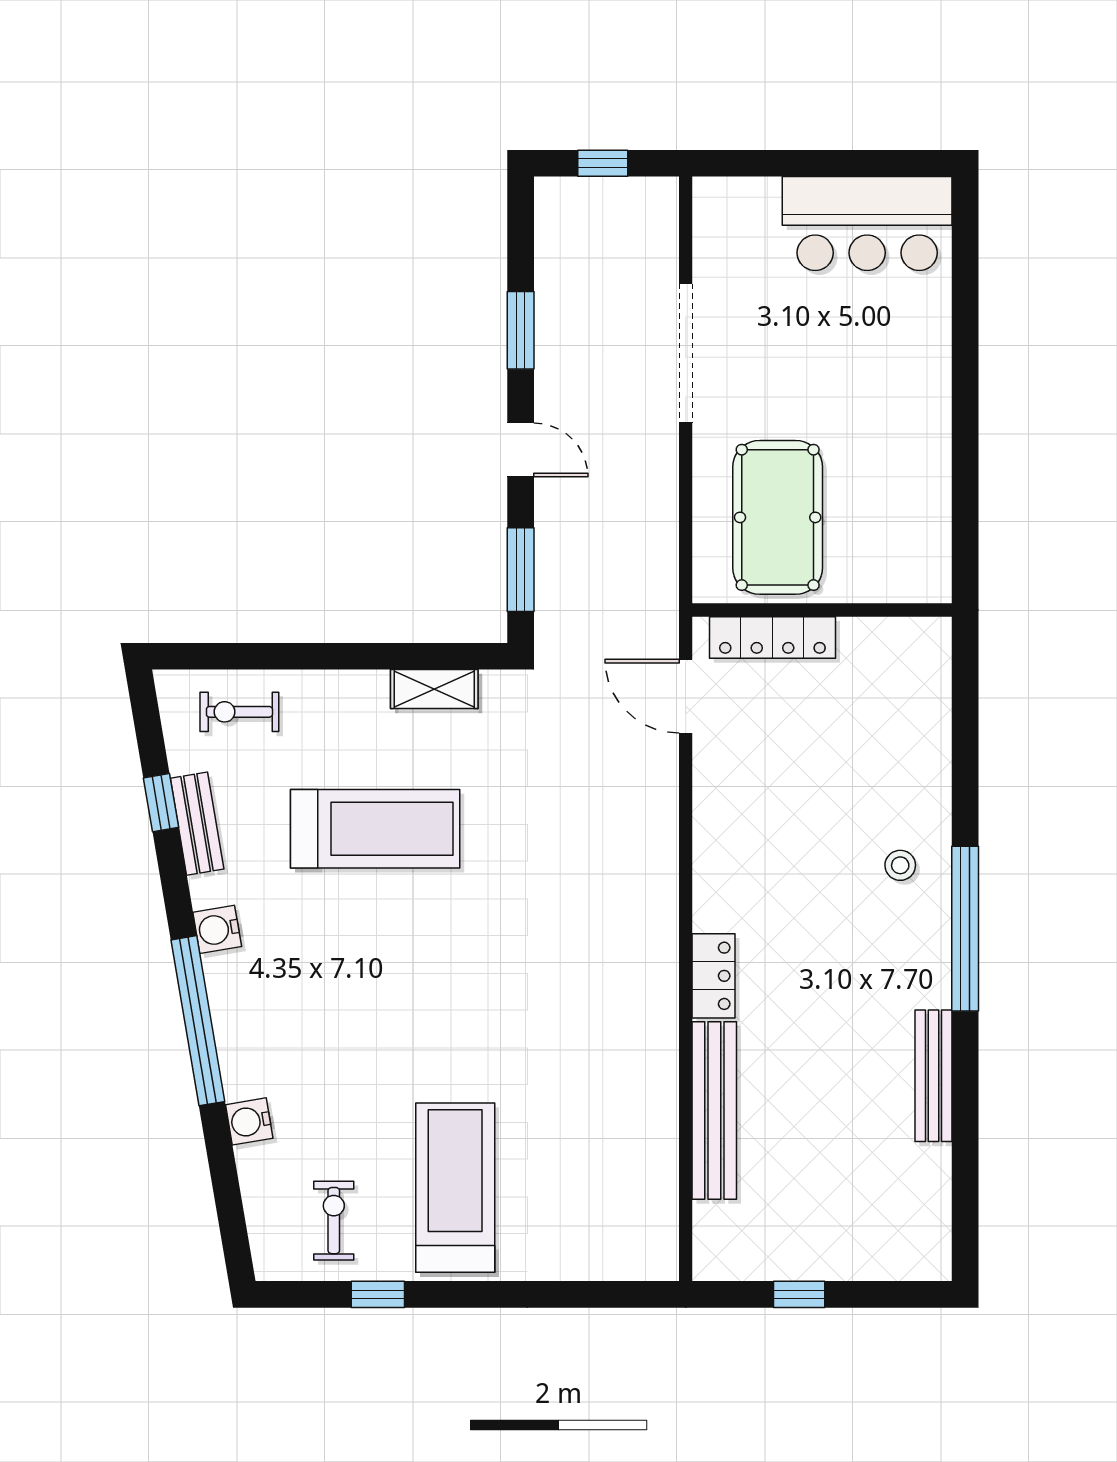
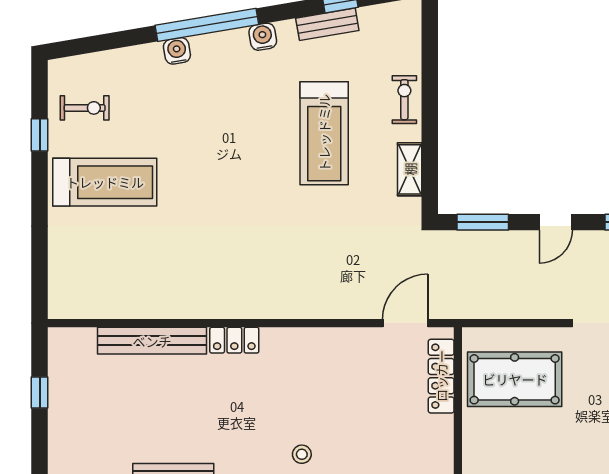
exercise bike: (239, 712) -> (404, 100), moved
water cooler: (249, 1121) -> (177, 51), moved

